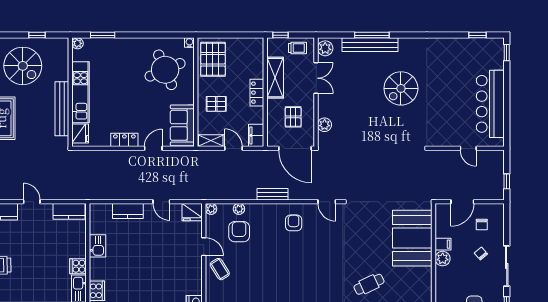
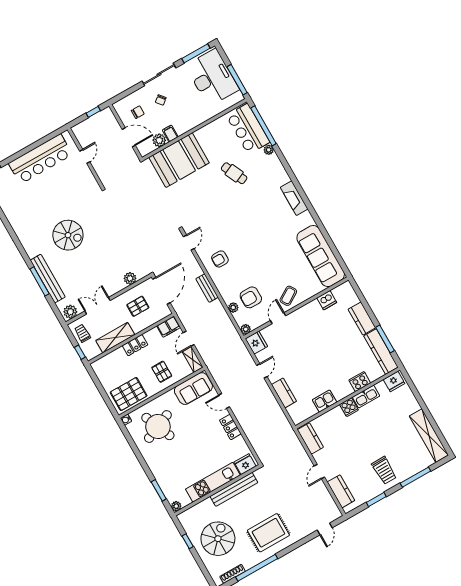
plant: (443, 259) -> (159, 140), moved

